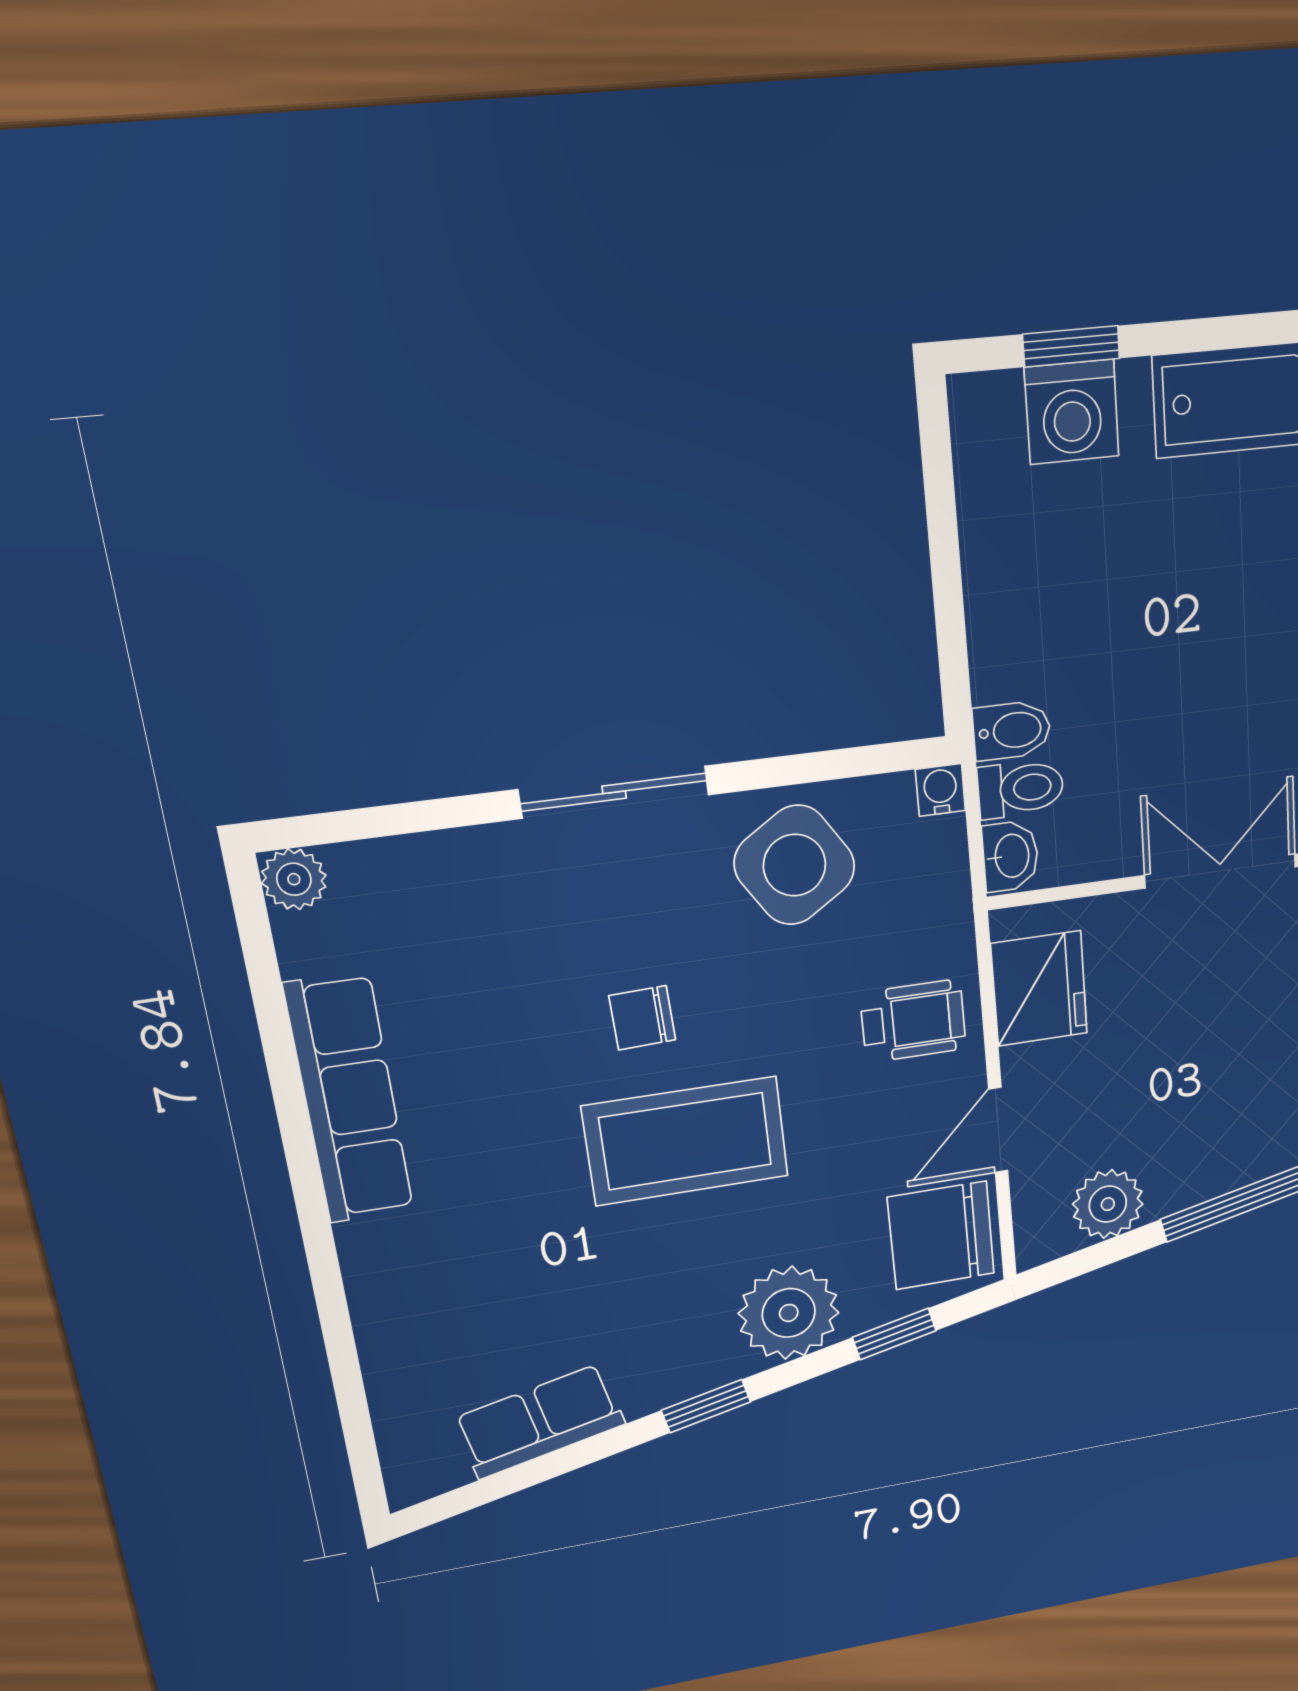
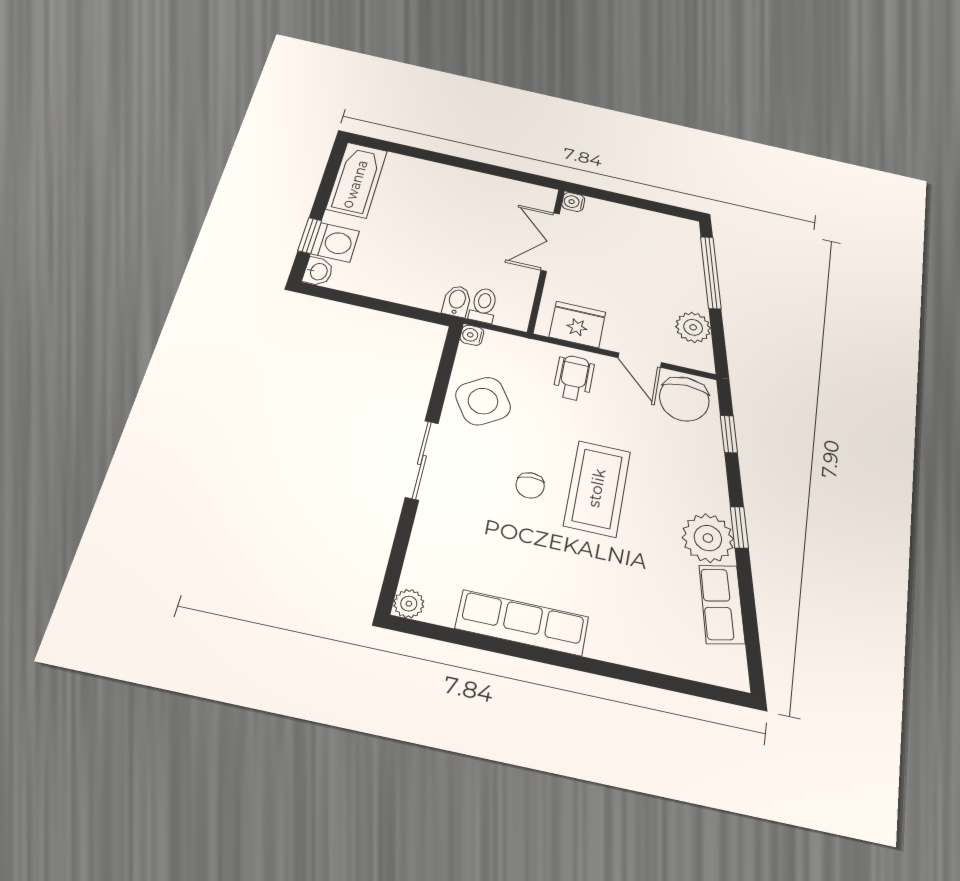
washbasin: (1010, 856) -> (318, 272), moved, turned 90
plant: (789, 1313) -> (708, 538), moved

